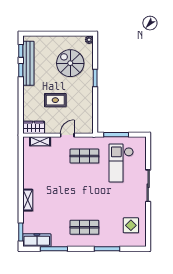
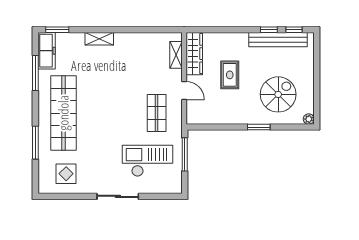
wardrobe: (34, 127) -> (194, 54), width x1.50
shop shelf: (84, 227) -> (63, 113), width x2.00, depth x1.36

